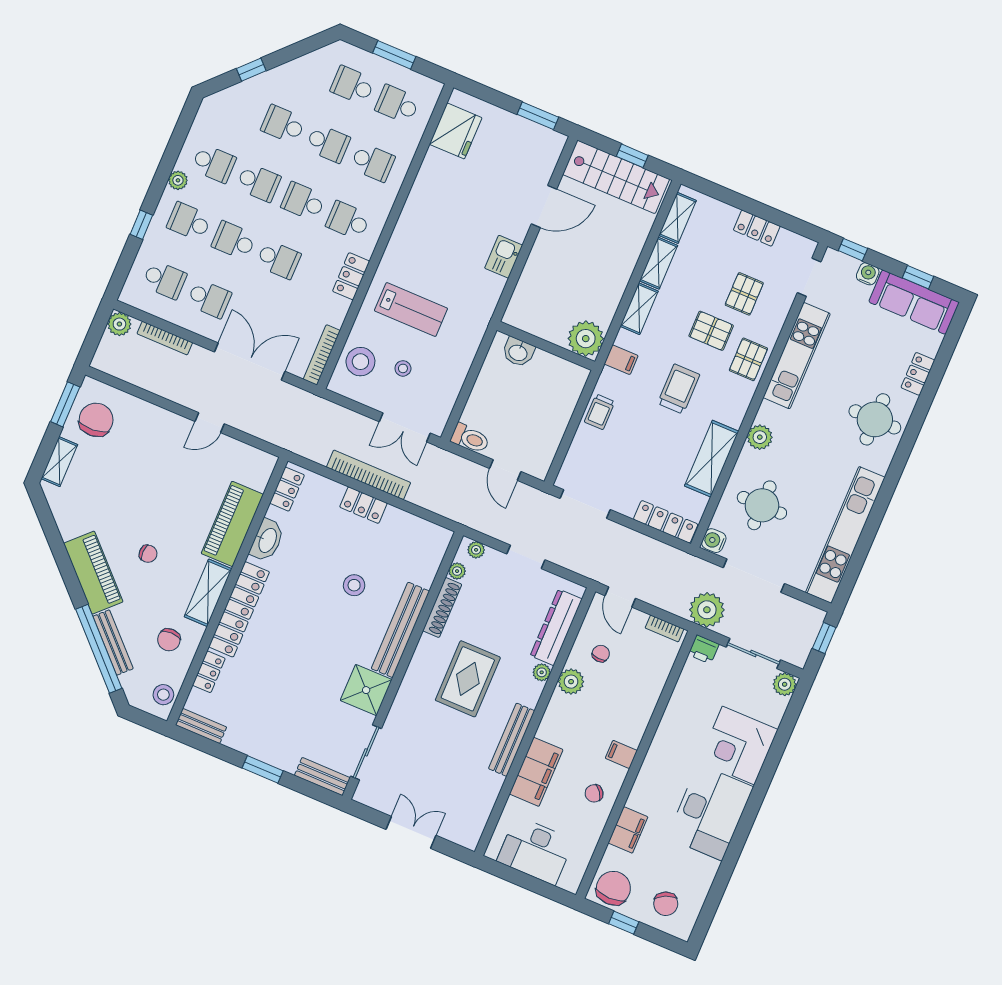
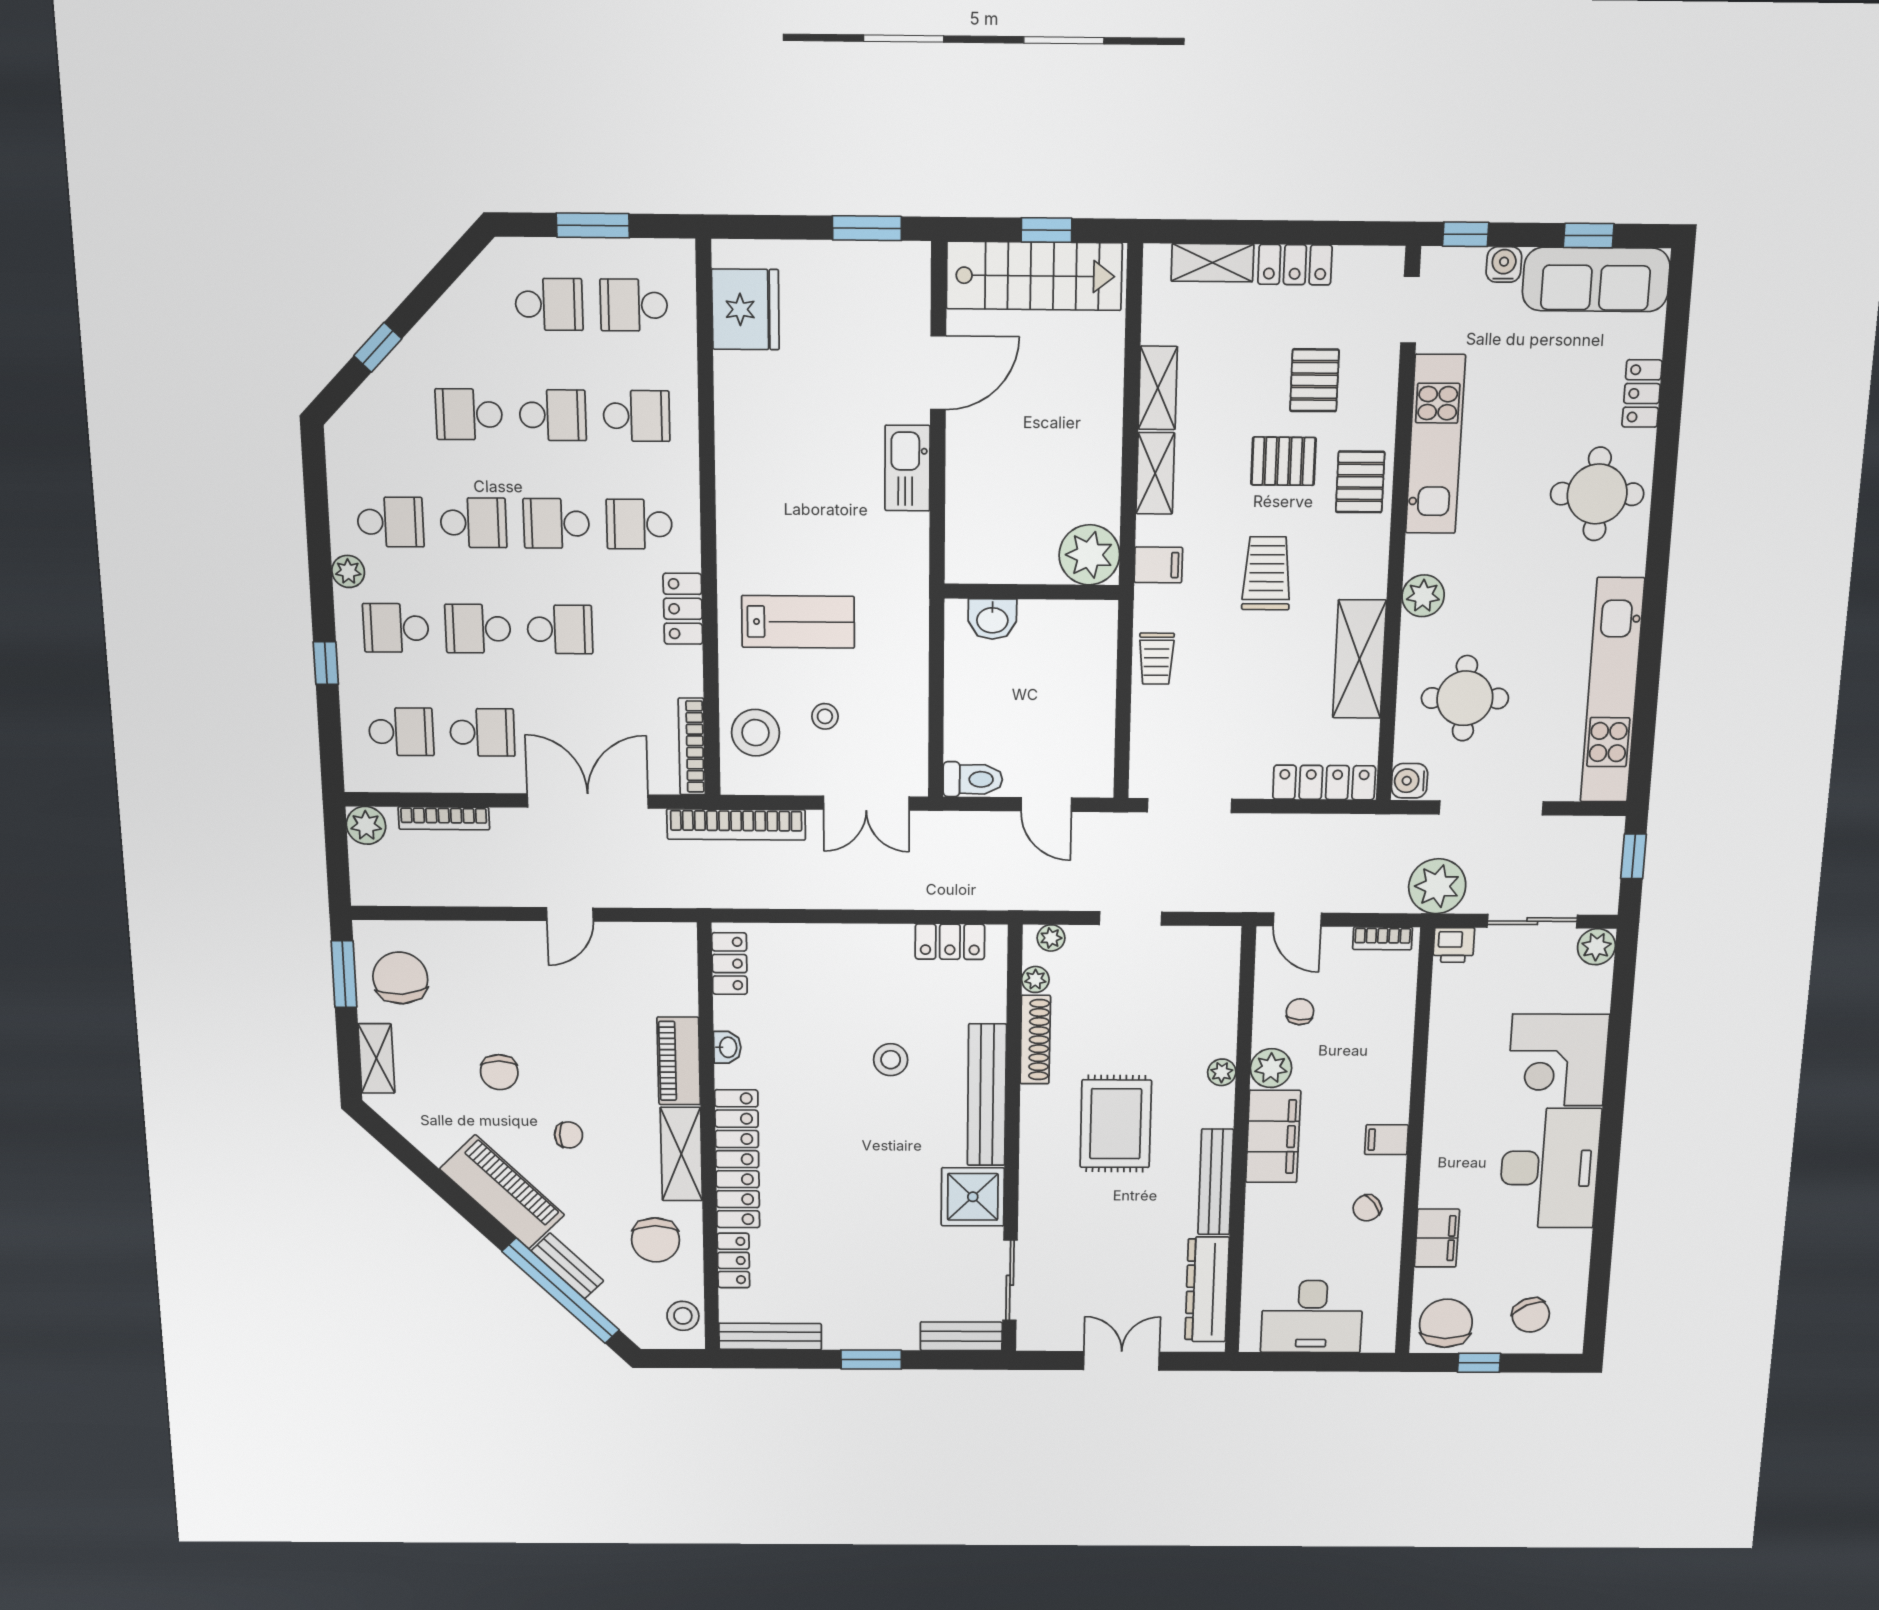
school desk: (353, 85) -> (549, 304), turned 180
shelving: (678, 218) -> (1212, 263), moved, turned 90
kitchen sink: (504, 257) -> (907, 468), width x1.38
bookcase: (369, 475) -> (736, 824), moved, turned 180
chair: (126, 499) -> (499, 1072), added
locker: (363, 505) -> (950, 942), moved
piano: (232, 524) -> (679, 1061), width x0.73, depth x0.75
washbasin: (267, 540) -> (727, 1047), width x0.52, depth x0.69
dresser: (556, 627) -> (1207, 1289), moved
chair: (169, 640) -> (655, 1240), width x1.37, depth x1.37
bench: (113, 642) -> (567, 1266), width x0.73
bench: (201, 726) -> (770, 1336), width x1.36
filing cabinet: (536, 772) -> (1273, 1136), moved

